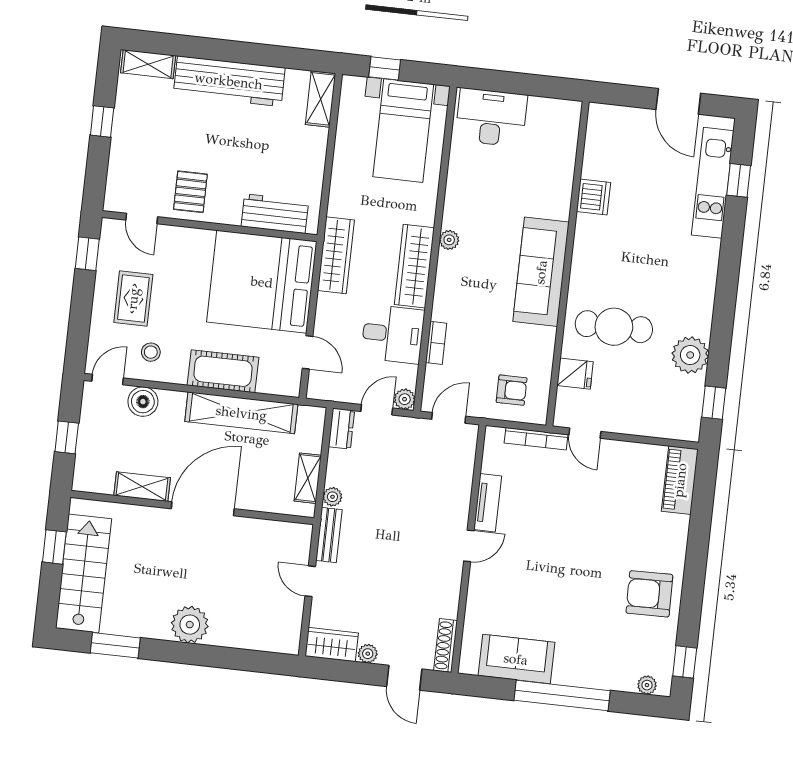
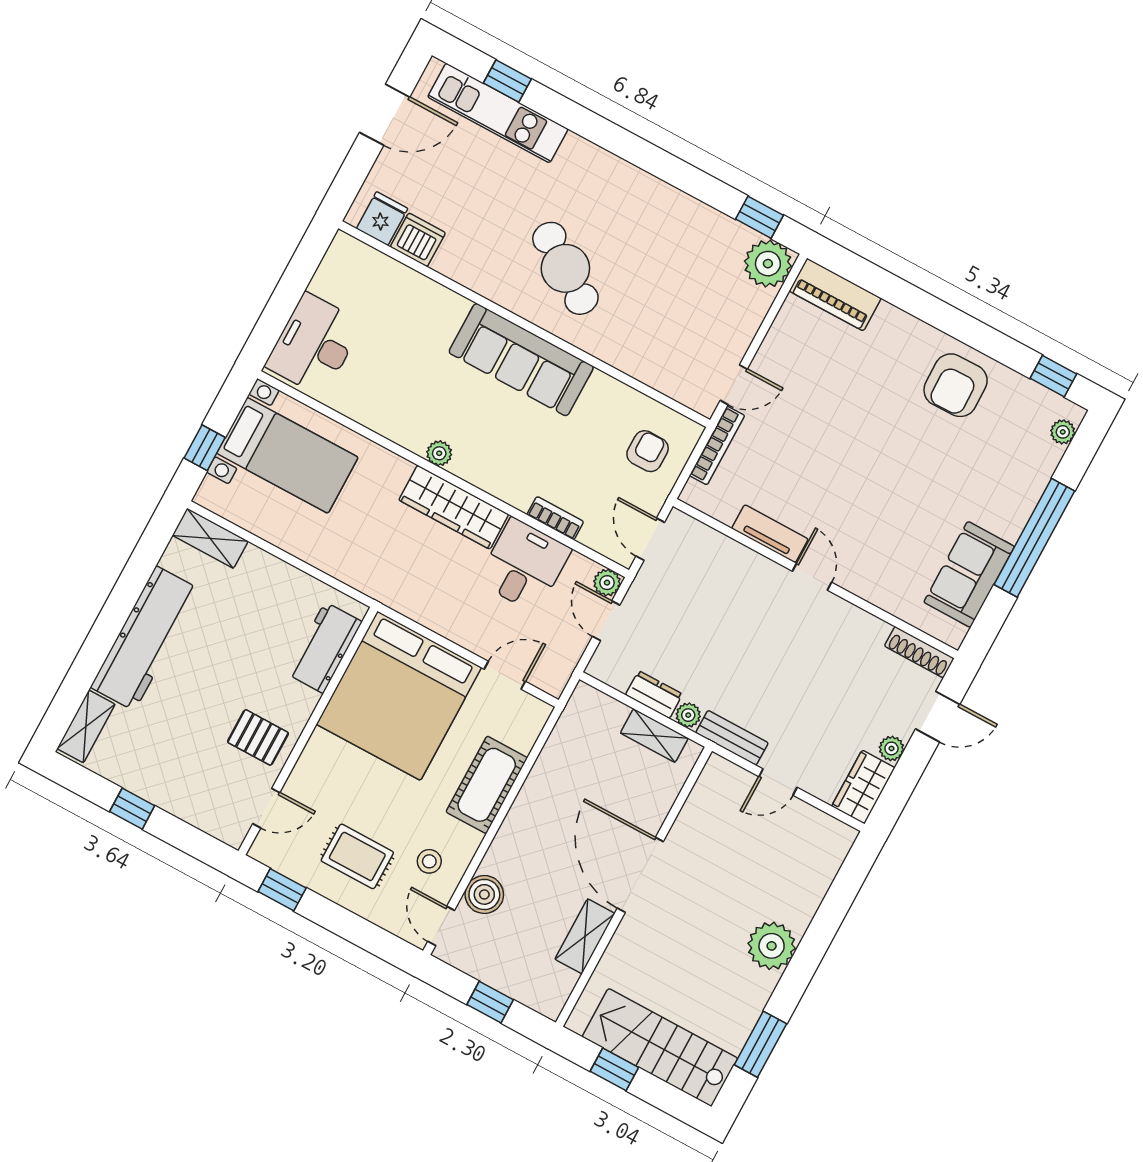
dishwasher: (594, 197) -> (418, 240), moved
wardrobe: (336, 255) -> (403, 595), removed
cafe table: (614, 327) -> (565, 268), moved, turned -56
plant: (690, 355) -> (768, 264), moved
fridge: (575, 374) -> (382, 219), moved
shelving: (241, 413) -> (545, 783), removed
dresser: (342, 429) -> (654, 694), moved

